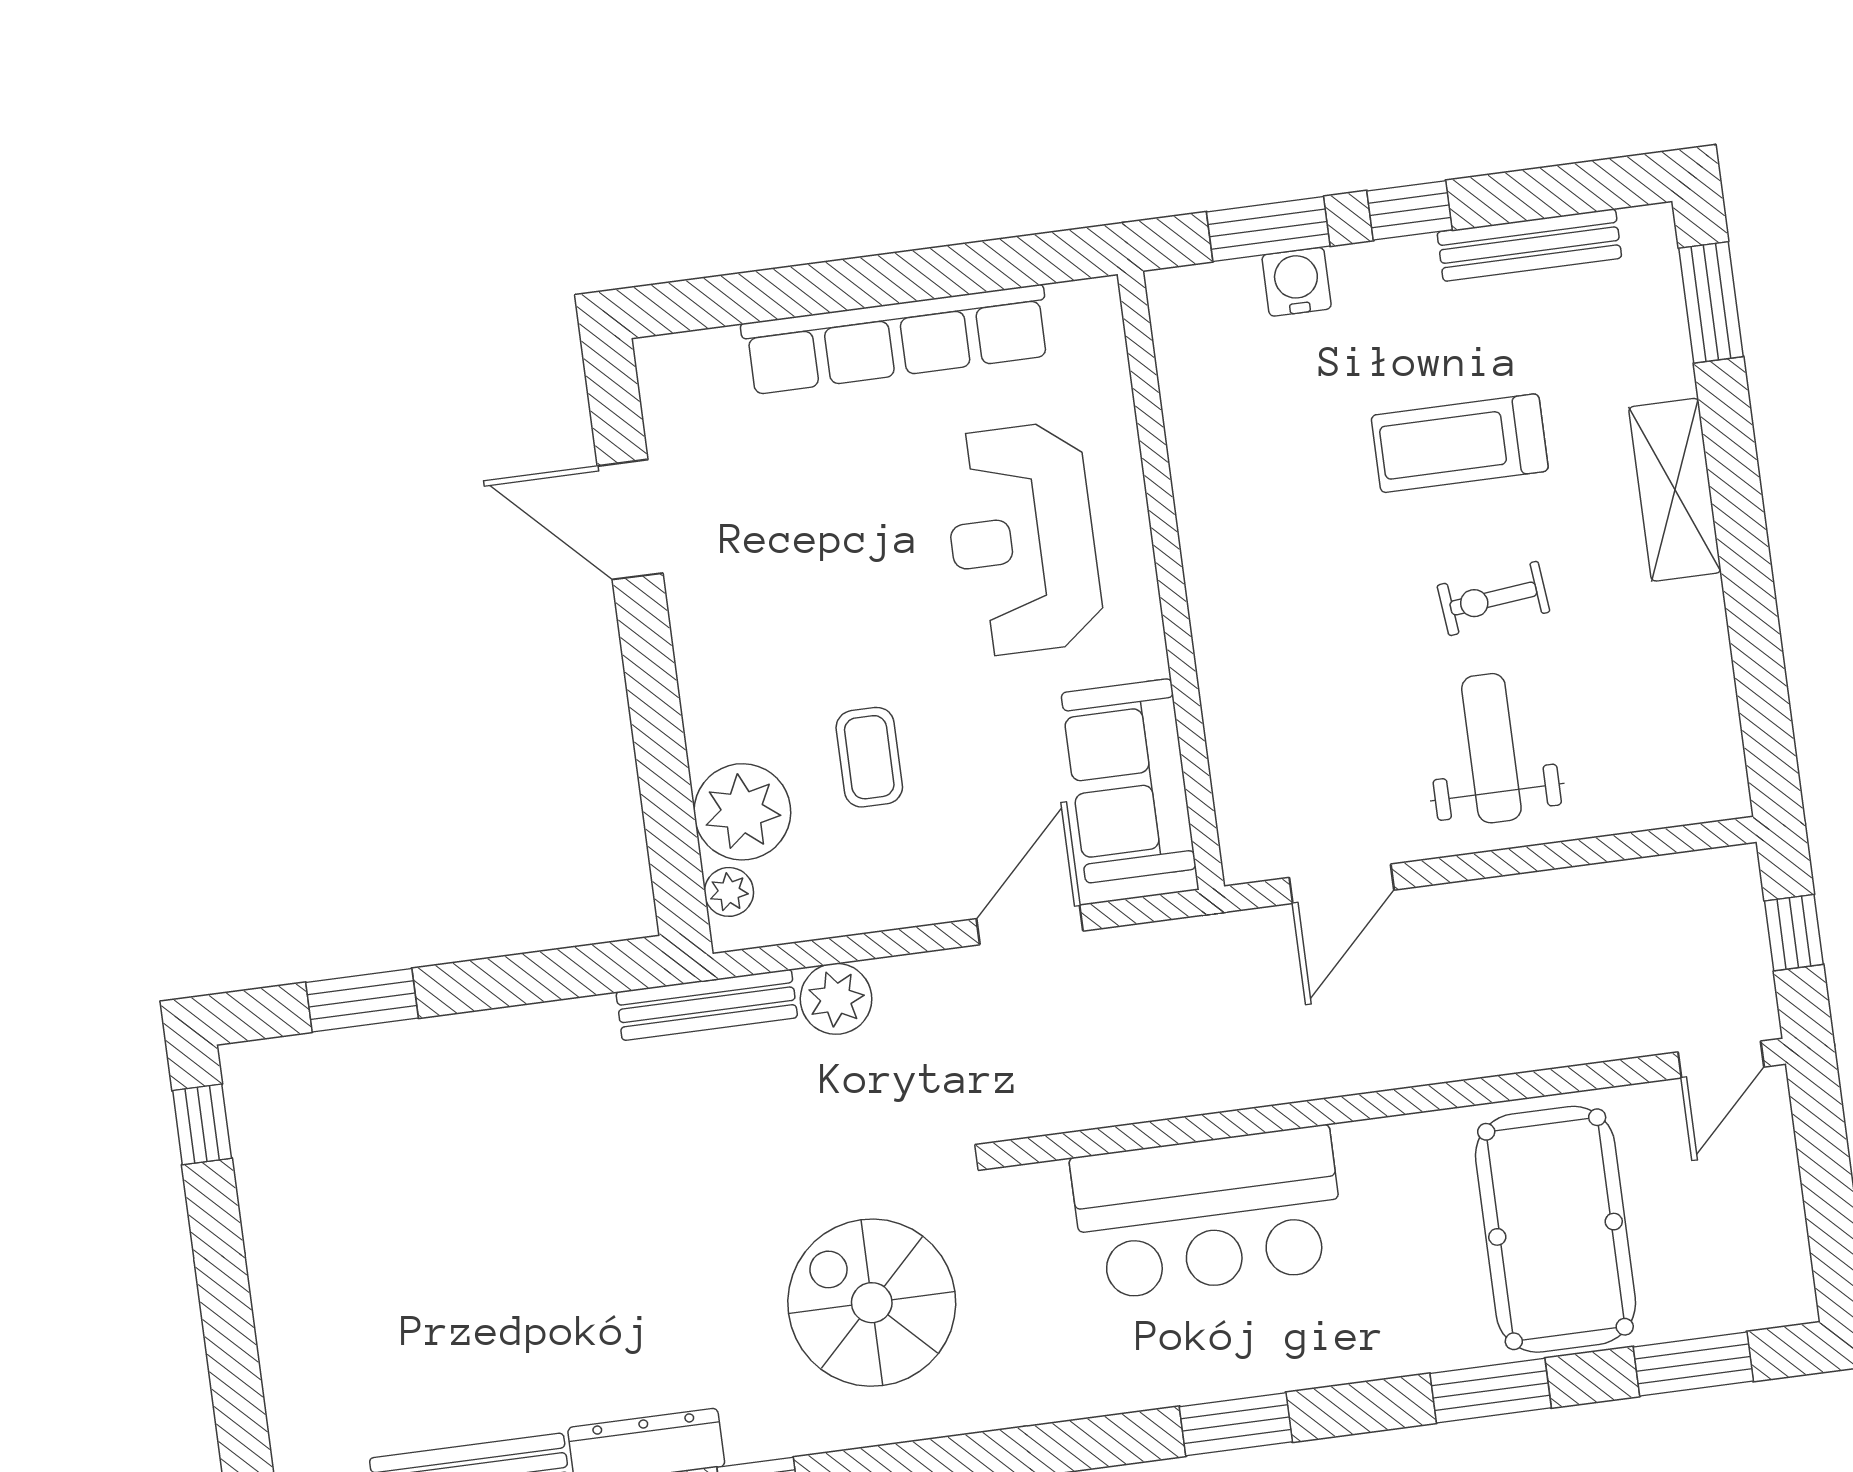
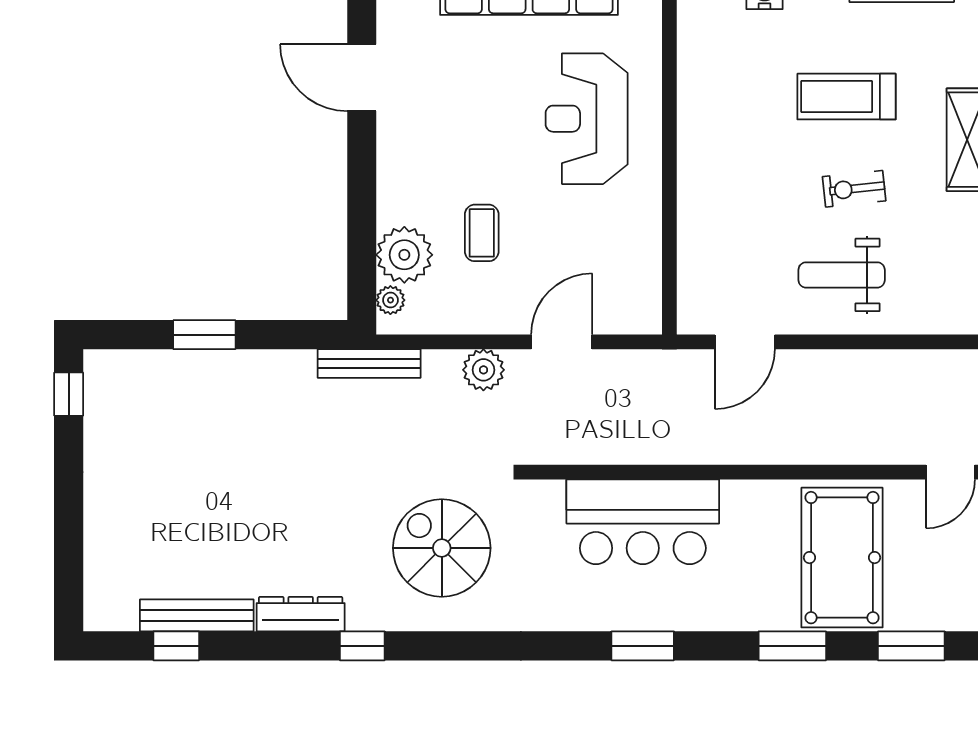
weight bench: (1491, 748) -> (842, 275), turned -90
sofa: (1129, 781) -> (630, 266), removed
plant: (836, 999) -> (483, 370), moved
window: (362, 1000) -> (204, 335), moved

